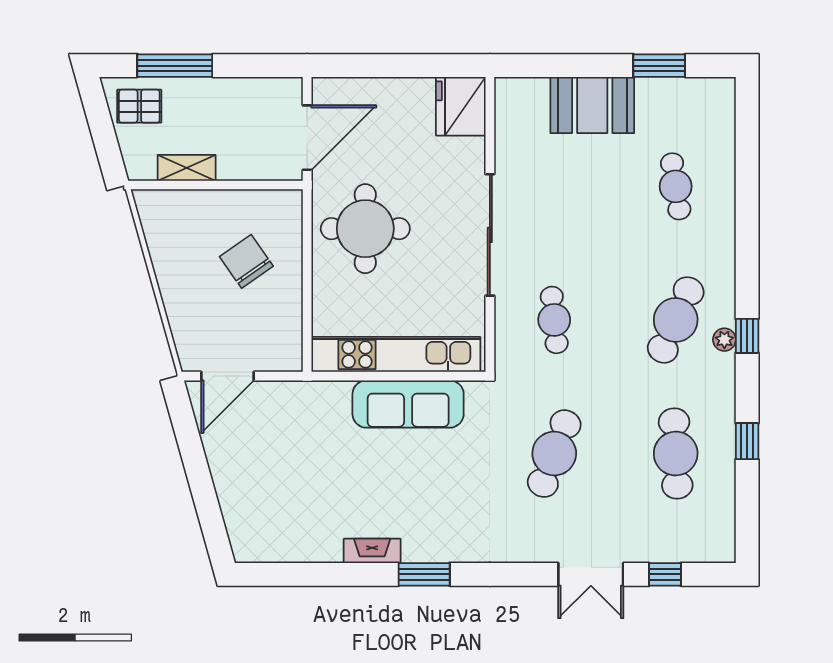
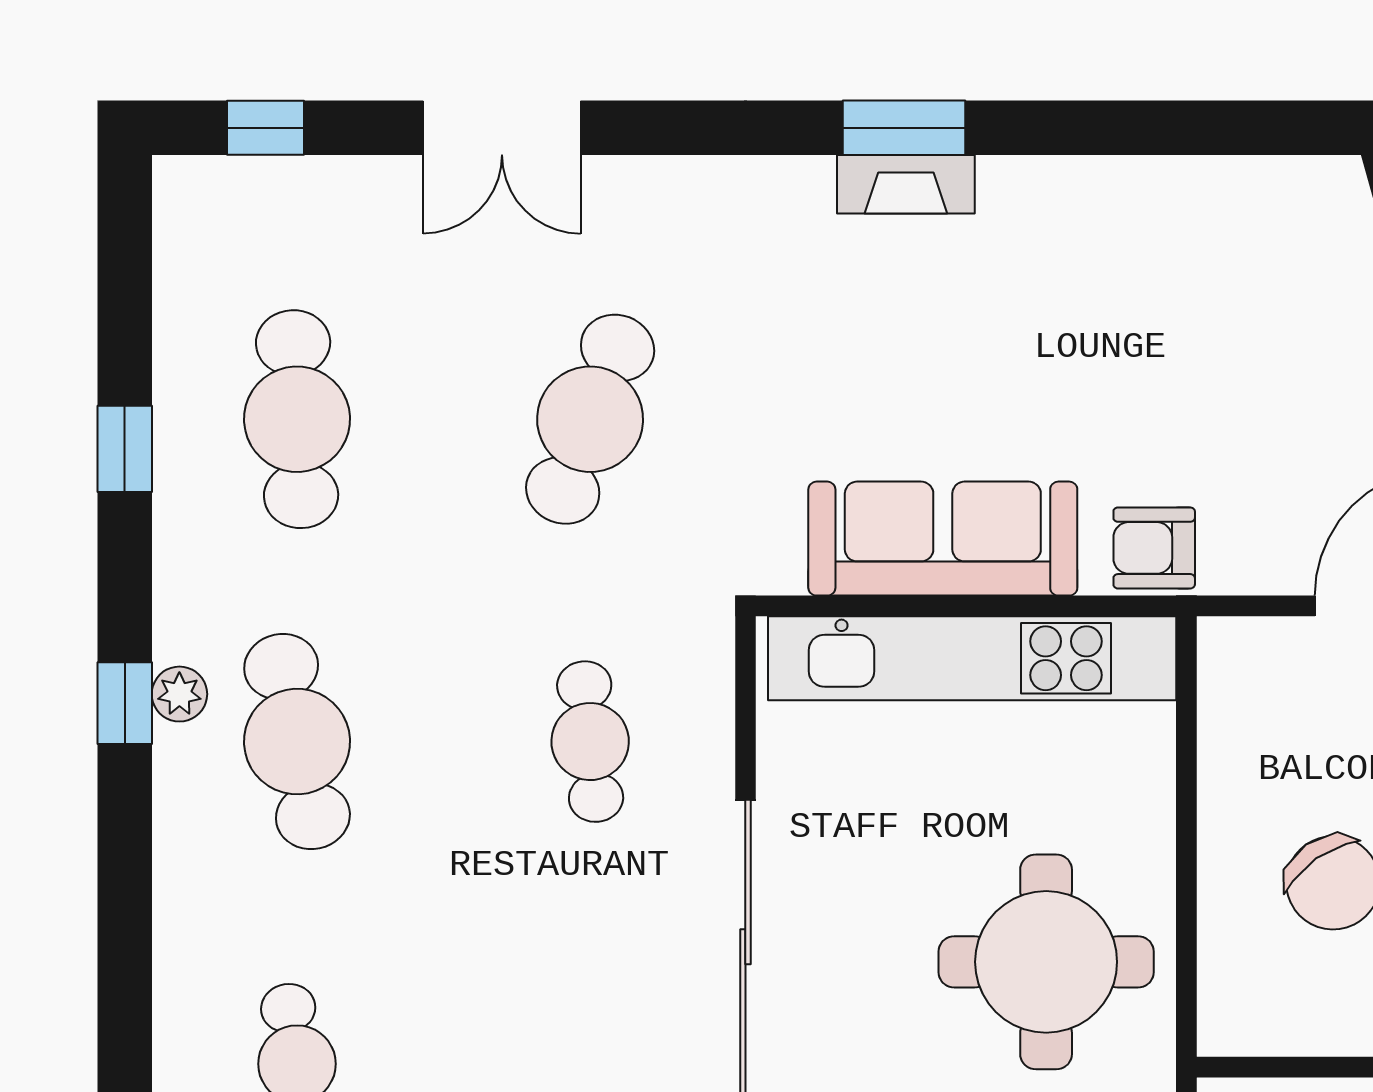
cafe table: (676, 320) -> (297, 742), turned -36
armchair: (320, 400) -> (1154, 548), added
fireplace: (372, 551) -> (906, 184), moved
double door: (591, 574) -> (502, 128), swing flipped
window: (665, 574) -> (266, 128), moved

